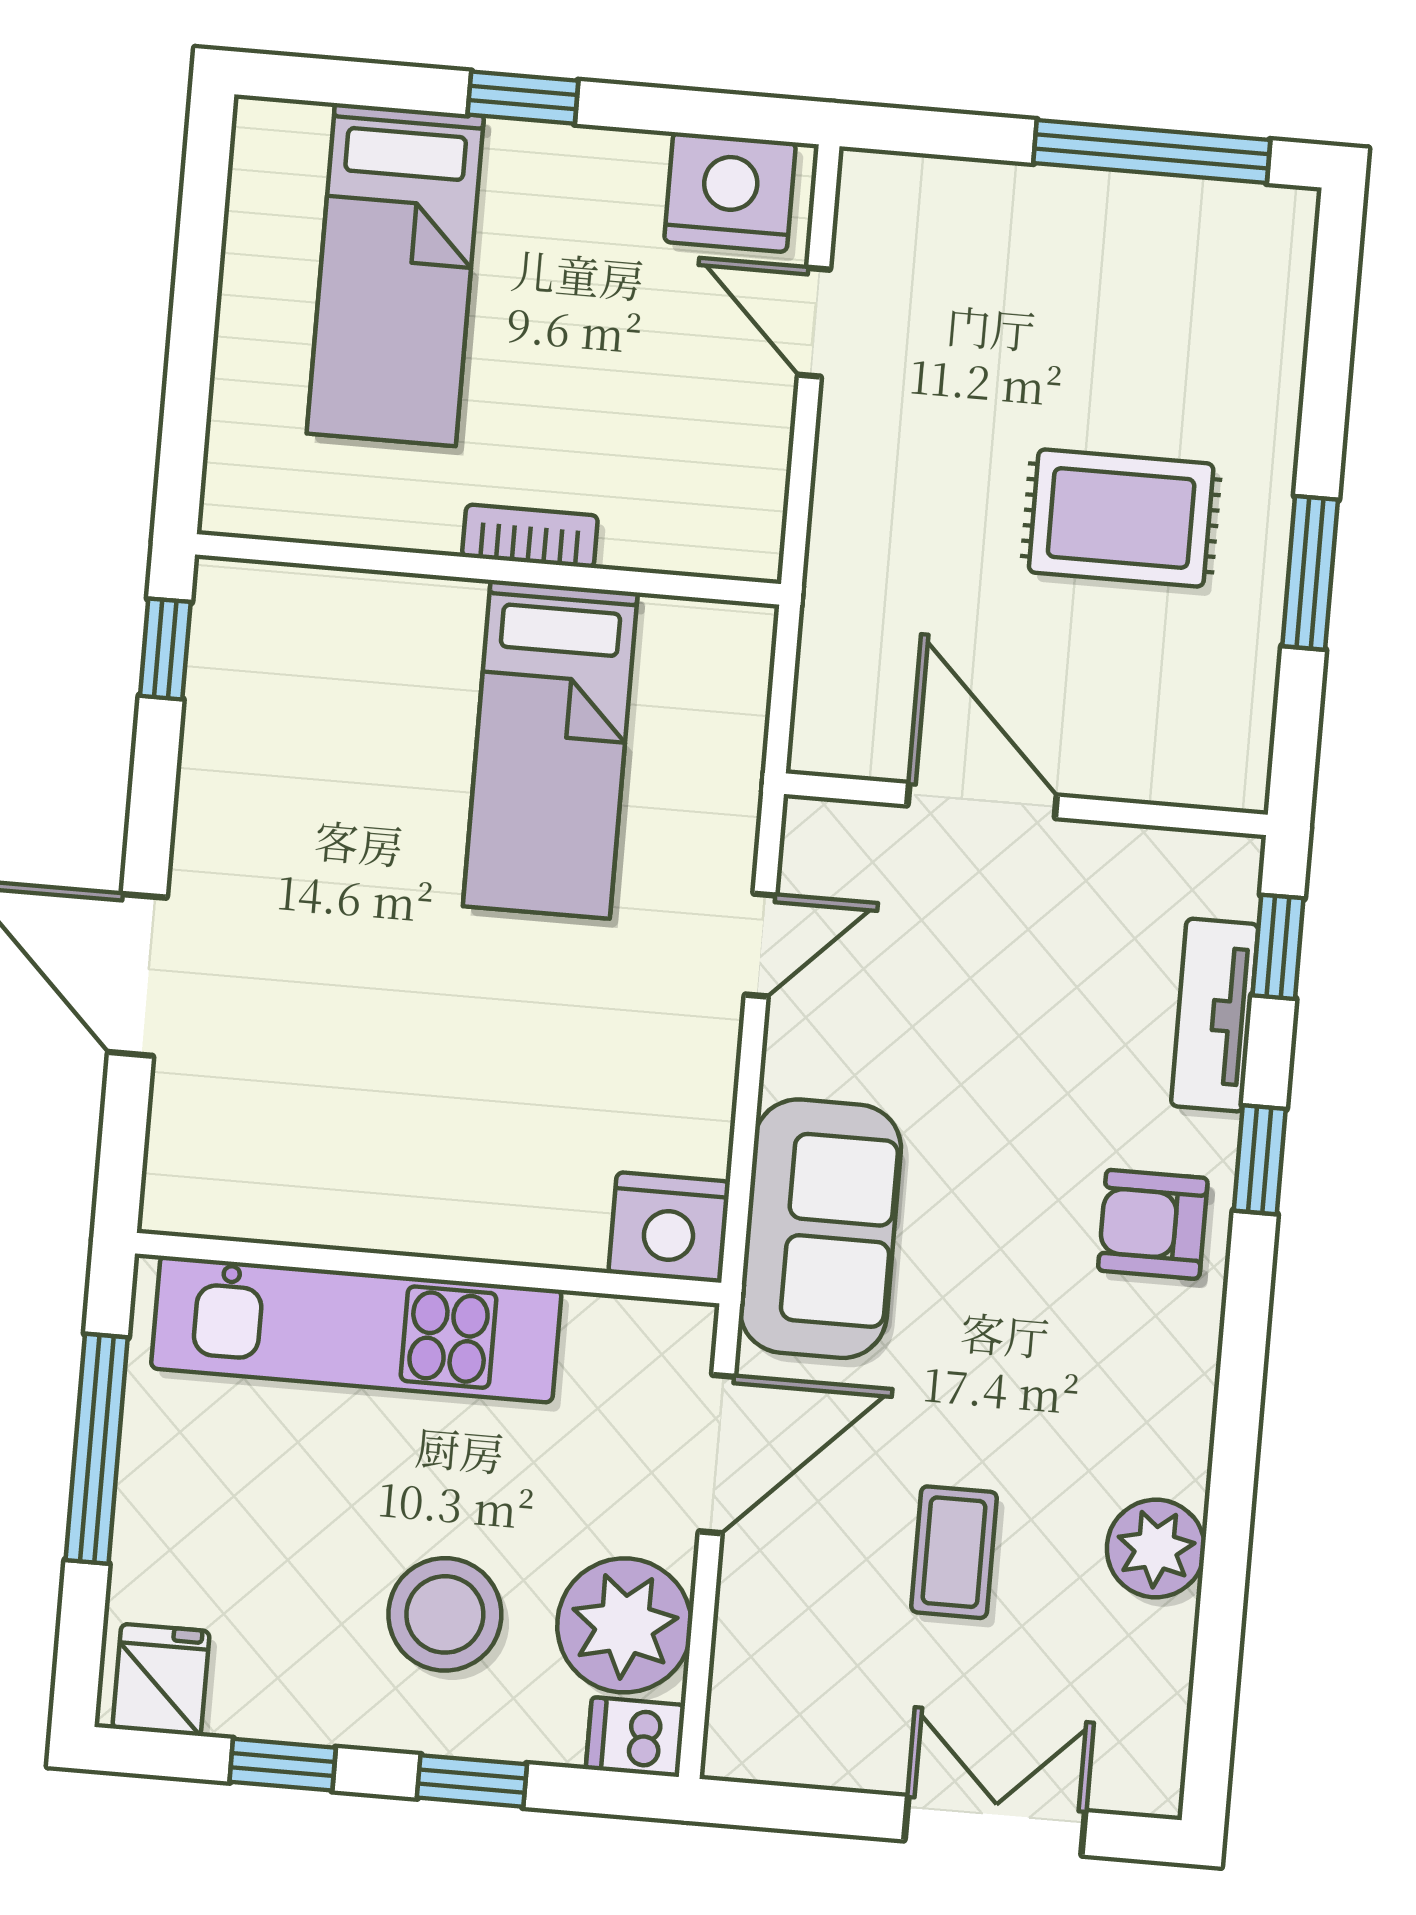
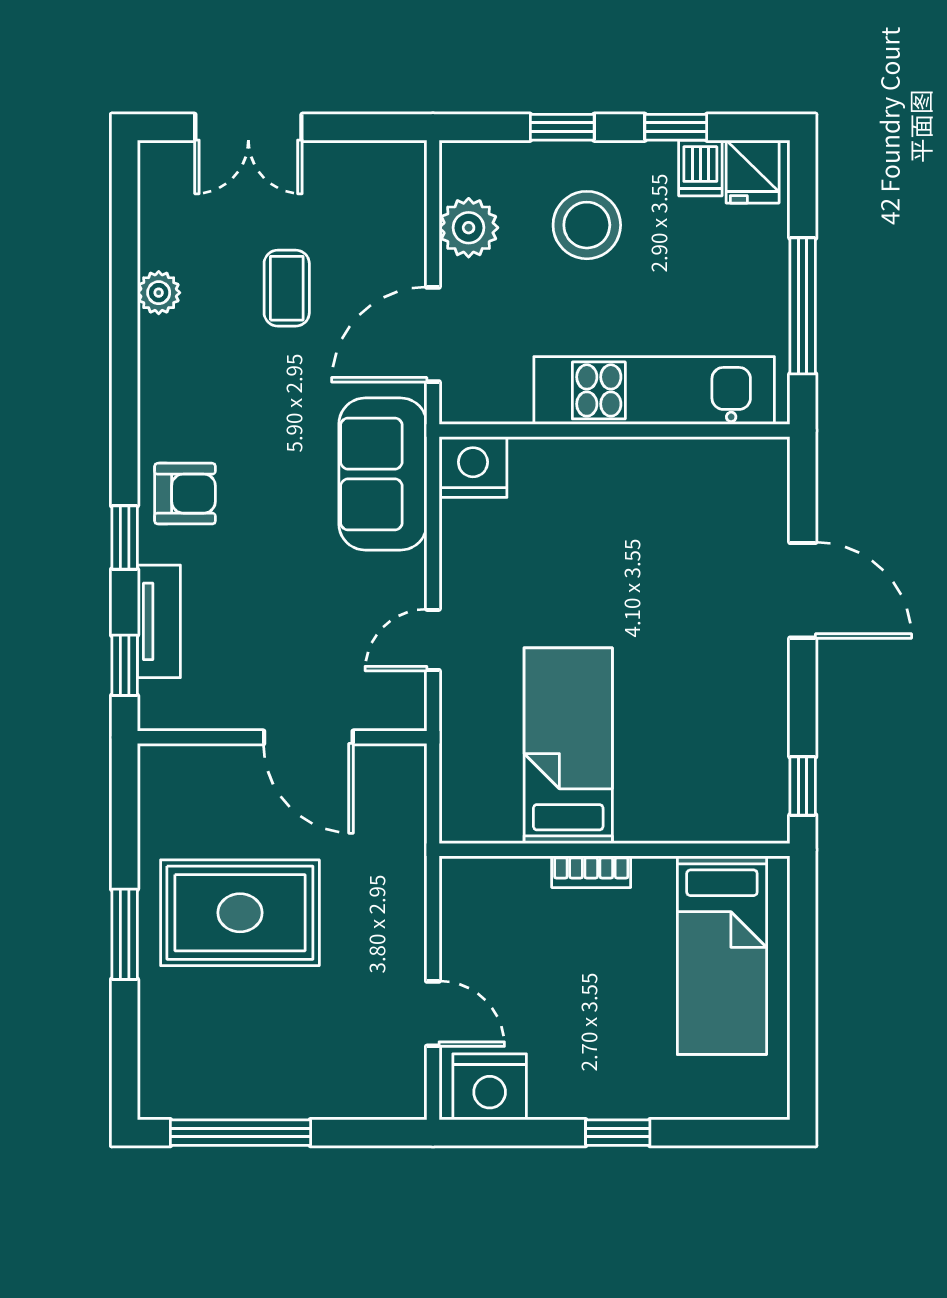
bed: (395, 275) -> (722, 955), moved, turned 180
rug: (1121, 518) -> (240, 913), width x1.36, depth x1.43
window: (1310, 573) -> (125, 934), moved
plant: (1156, 1549) -> (159, 293), width x0.73, depth x0.73
plant: (624, 1625) -> (469, 228), width x0.73, depth x0.73
dishwasher: (635, 1737) -> (700, 168), moved, turned 90

